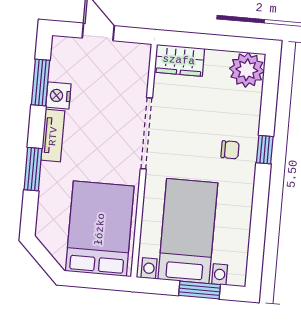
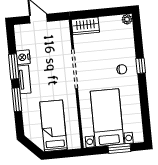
plant: (247, 70) -> (127, 19), width x0.53, depth x0.53
window: (41, 83) -> (14, 67), moved
bed: (100, 229) -> (53, 126), width x0.67

